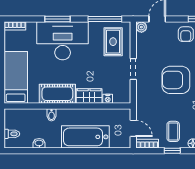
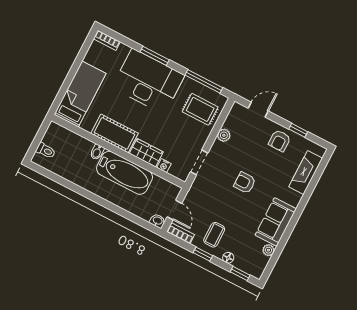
plant: (141, 27) -> (224, 135), moved
rug: (113, 42) -> (200, 109), turned 90
doorway: (133, 69) -> (199, 162), moved
armchair: (176, 80) -> (245, 183), width x0.53, depth x0.53
bathtub: (85, 137) -> (125, 173), moved, turned 180
washbasin: (39, 143) -> (157, 221), moved

